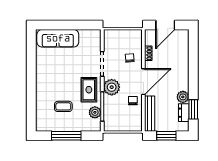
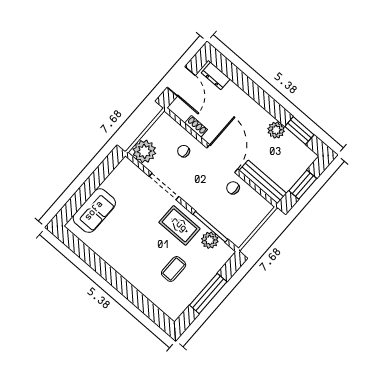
sofa: (58, 38) -> (94, 211), width x0.73
plant: (112, 87) -> (144, 151), moved
dresser: (184, 113) -> (216, 76), moved

